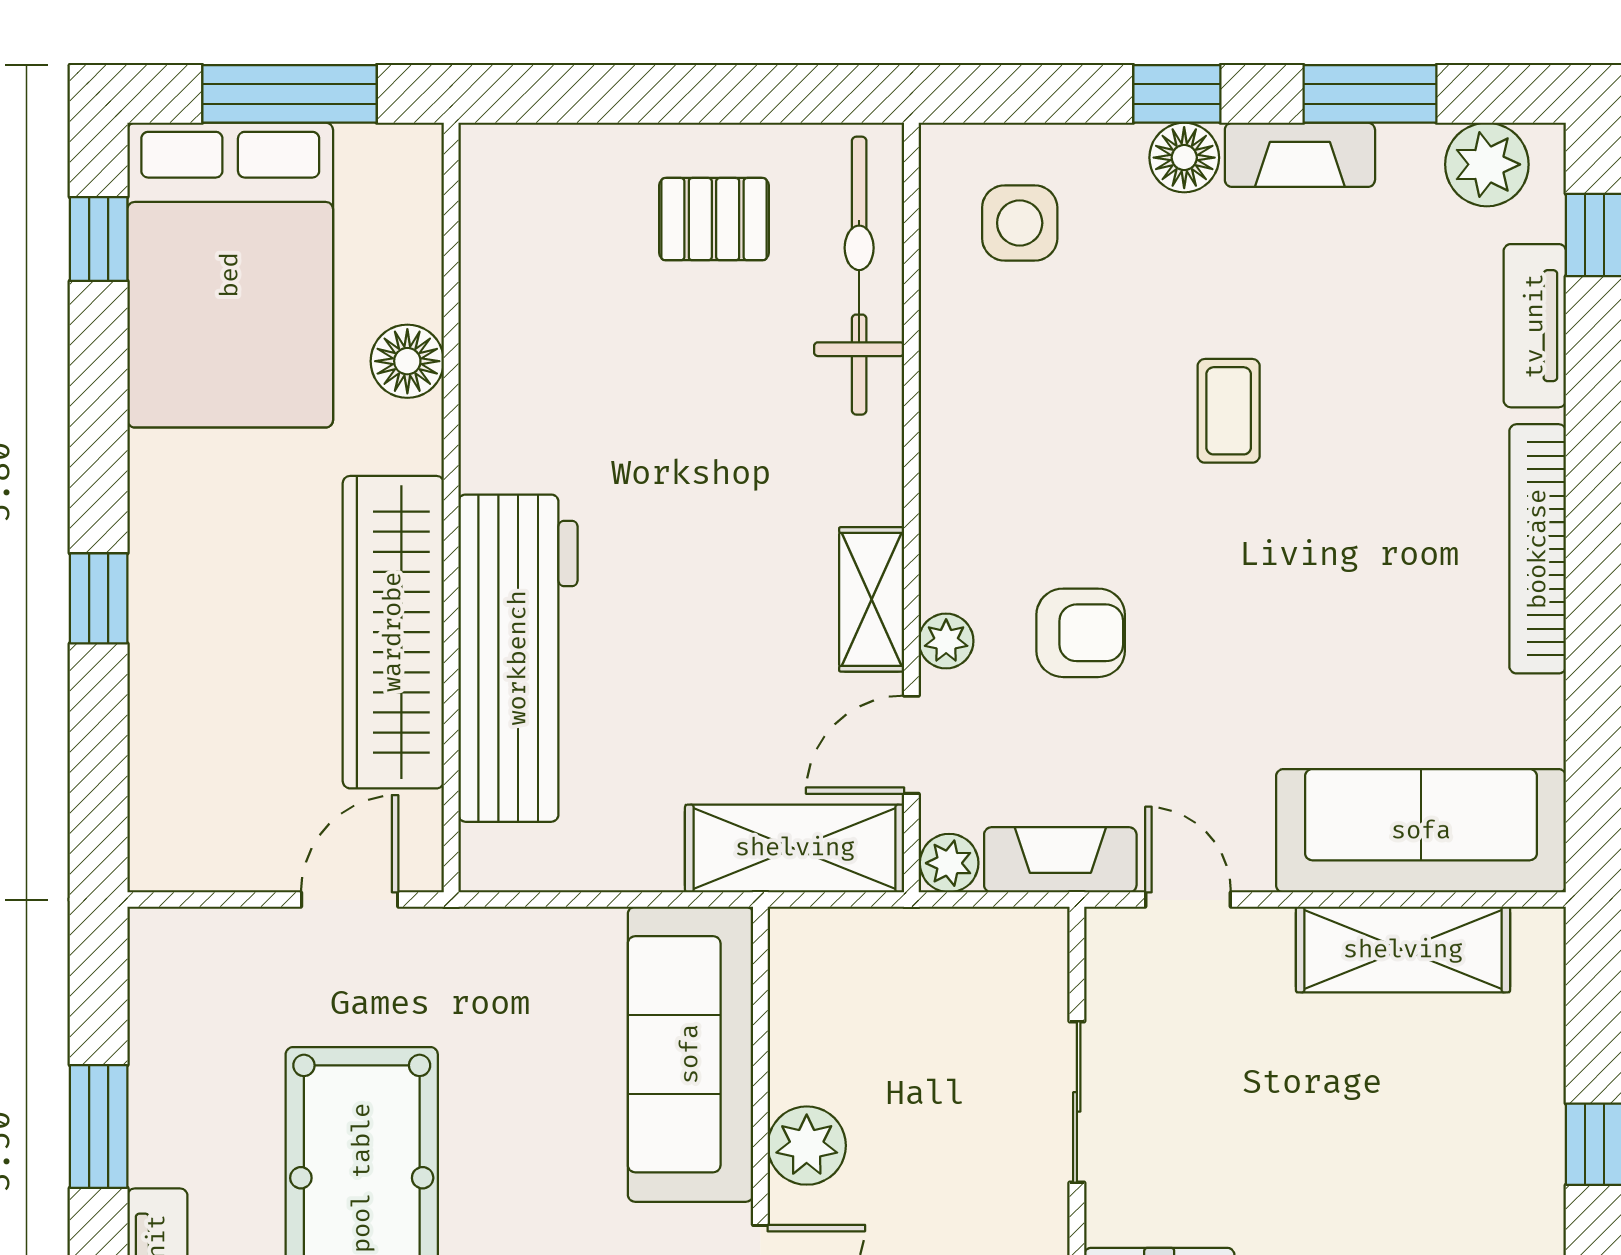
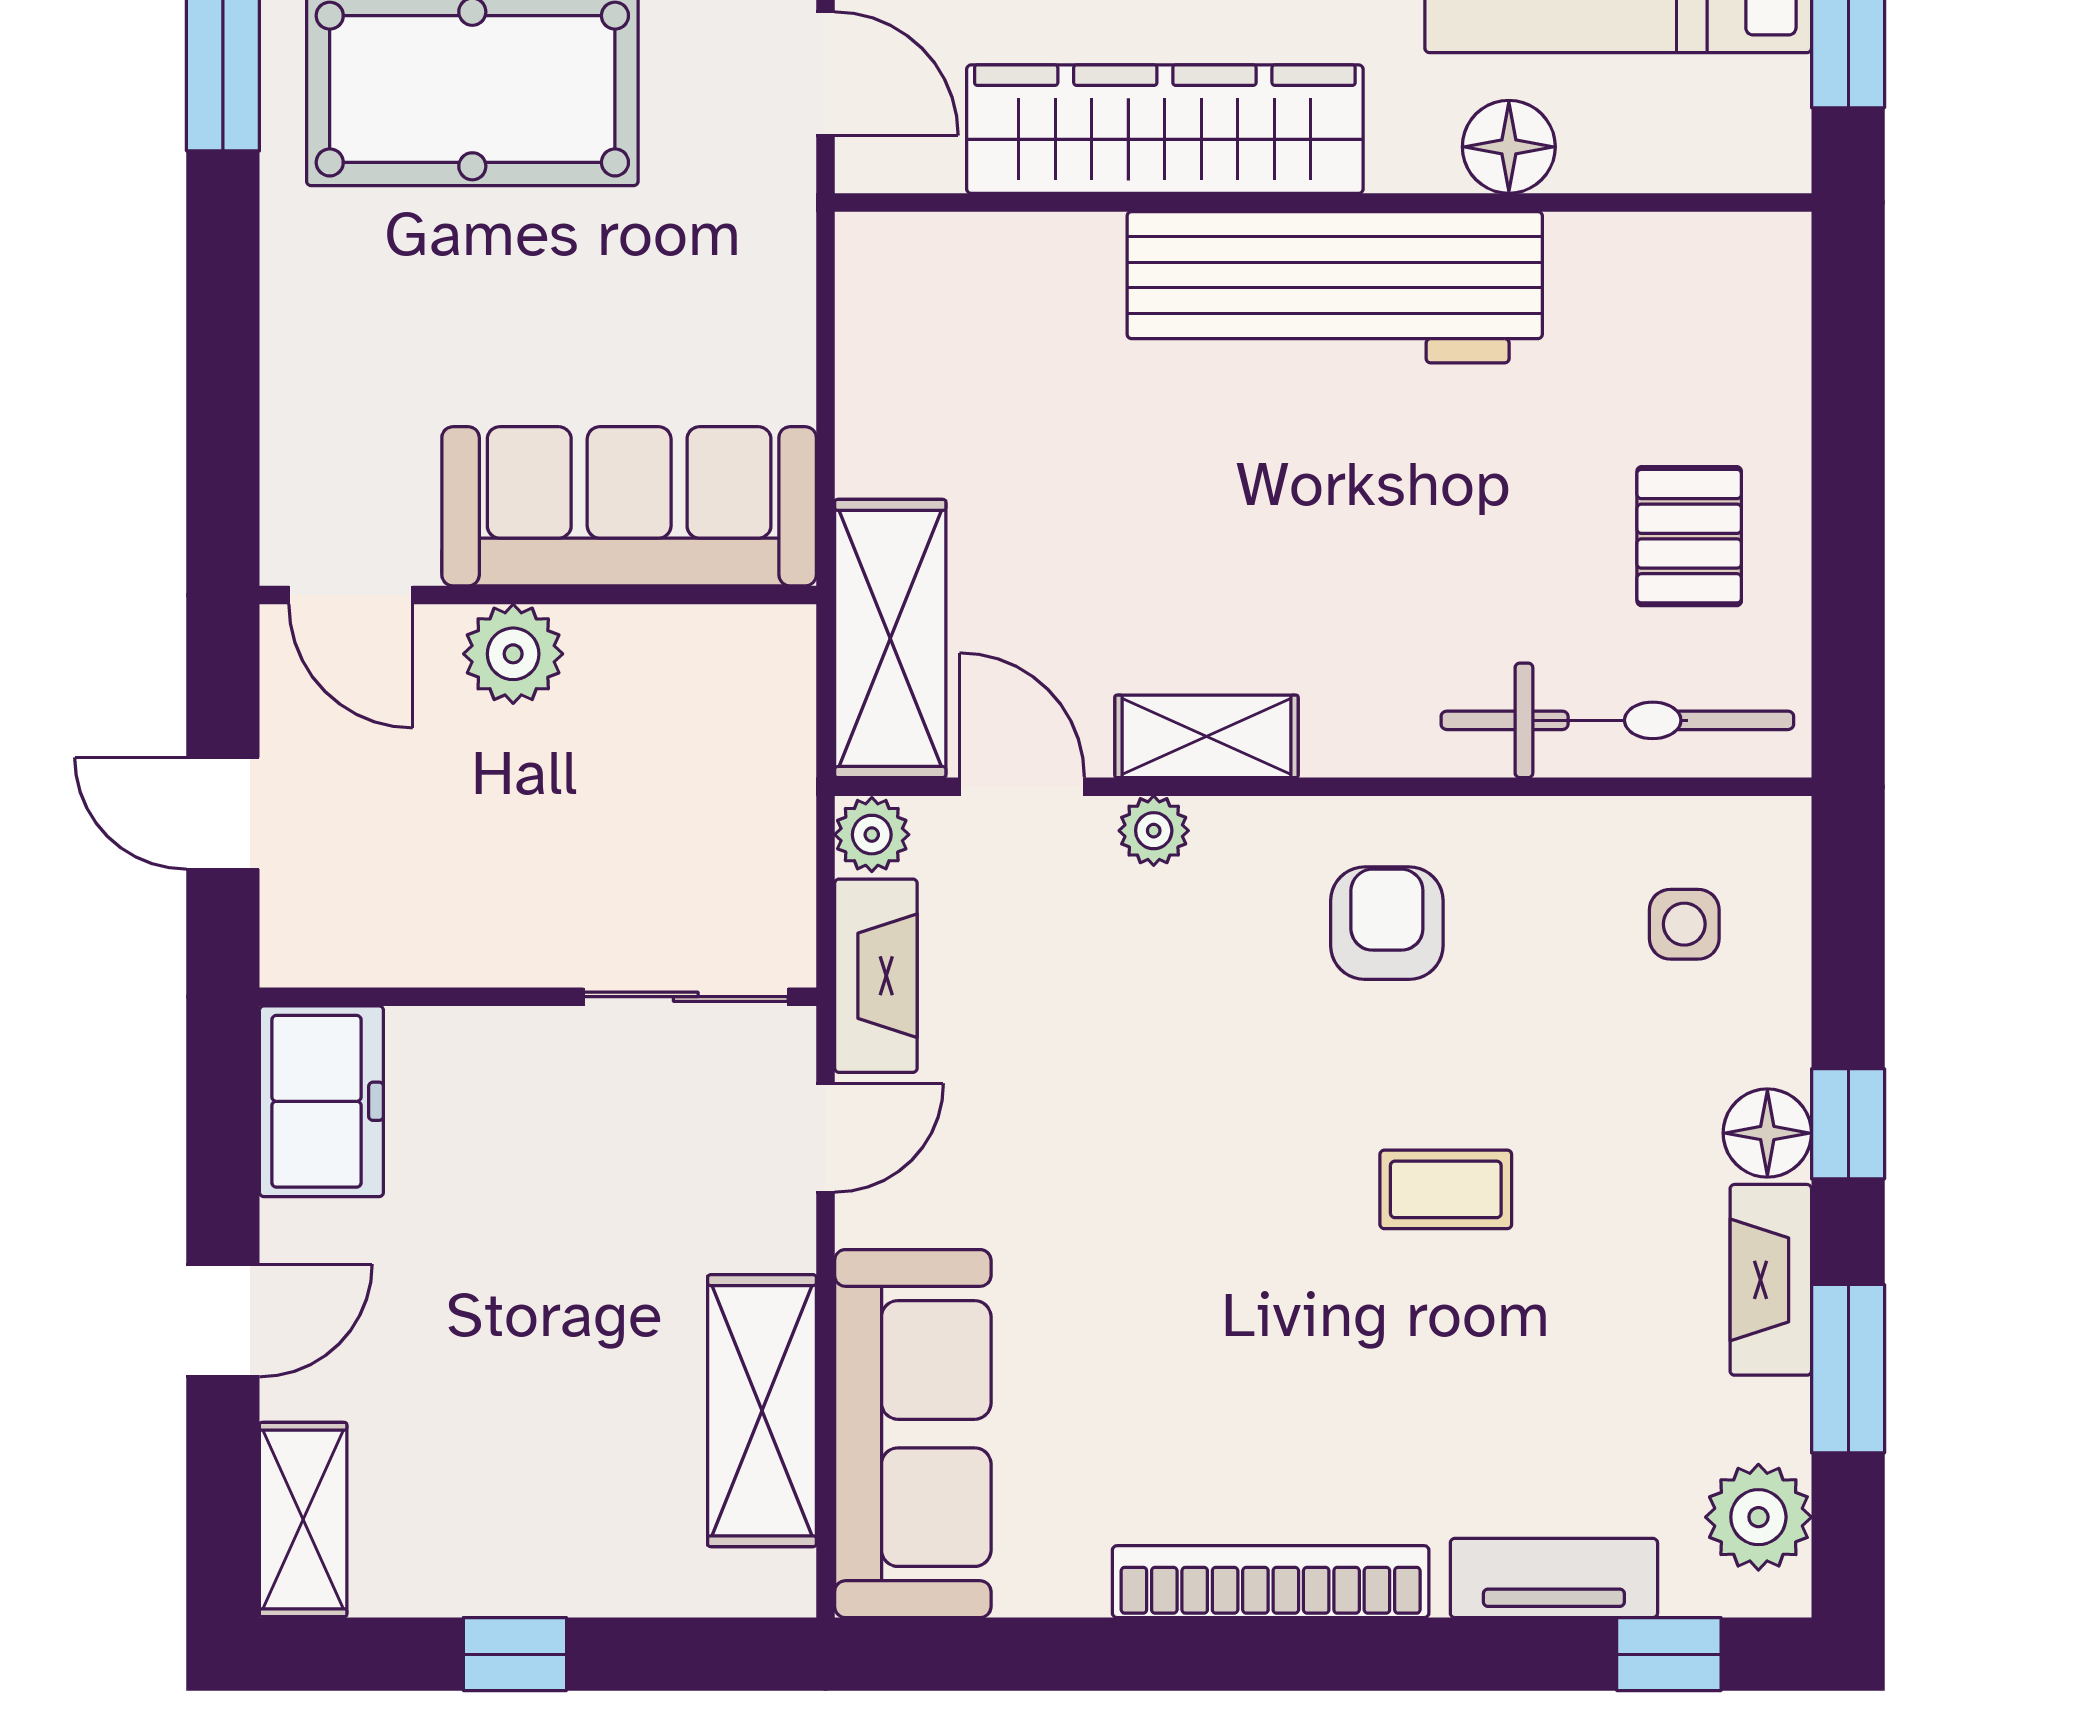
side table: (1020, 223) -> (1684, 924), width x0.73, depth x0.73
armchair: (1081, 633) -> (1387, 923), moved, turned 180
workbench: (518, 658) -> (1335, 287), moved
sliding door: (1077, 1102) -> (686, 997), moved

